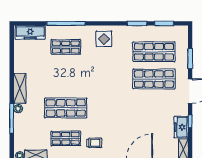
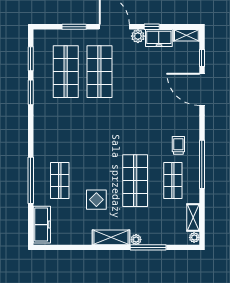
display table: (104, 39) -> (96, 200), moved
plant: (183, 110) -> (138, 36), added

